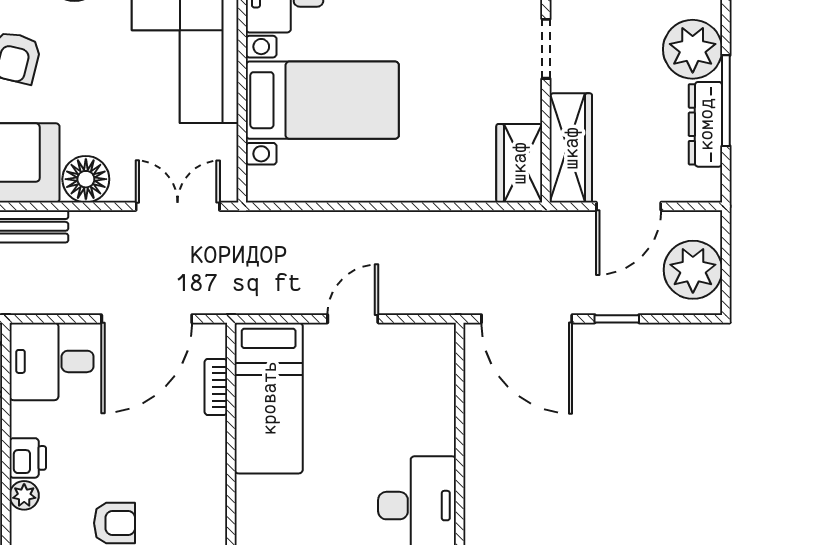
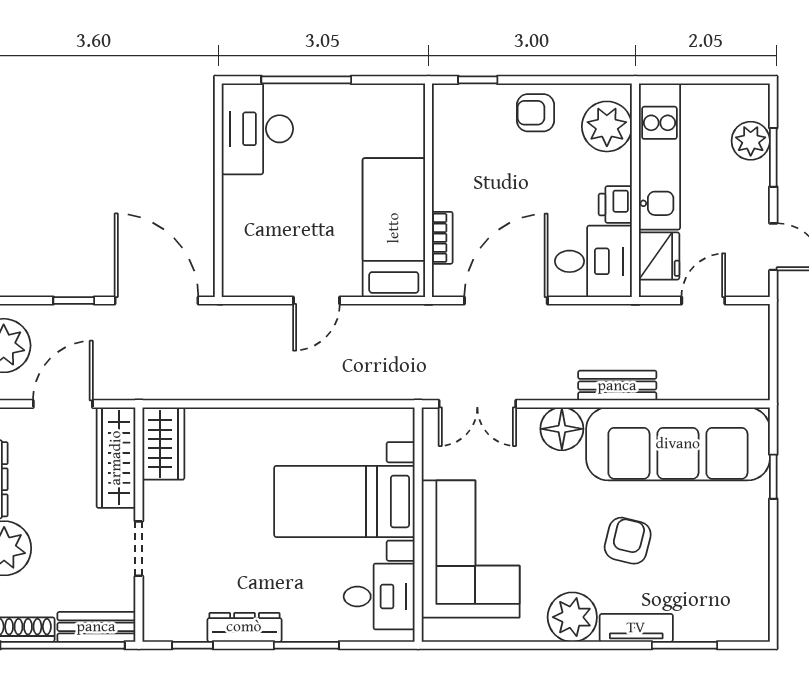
printer: (28, 458) -> (615, 205), moved
plant: (24, 495) -> (607, 126), width x1.87, depth x1.87

